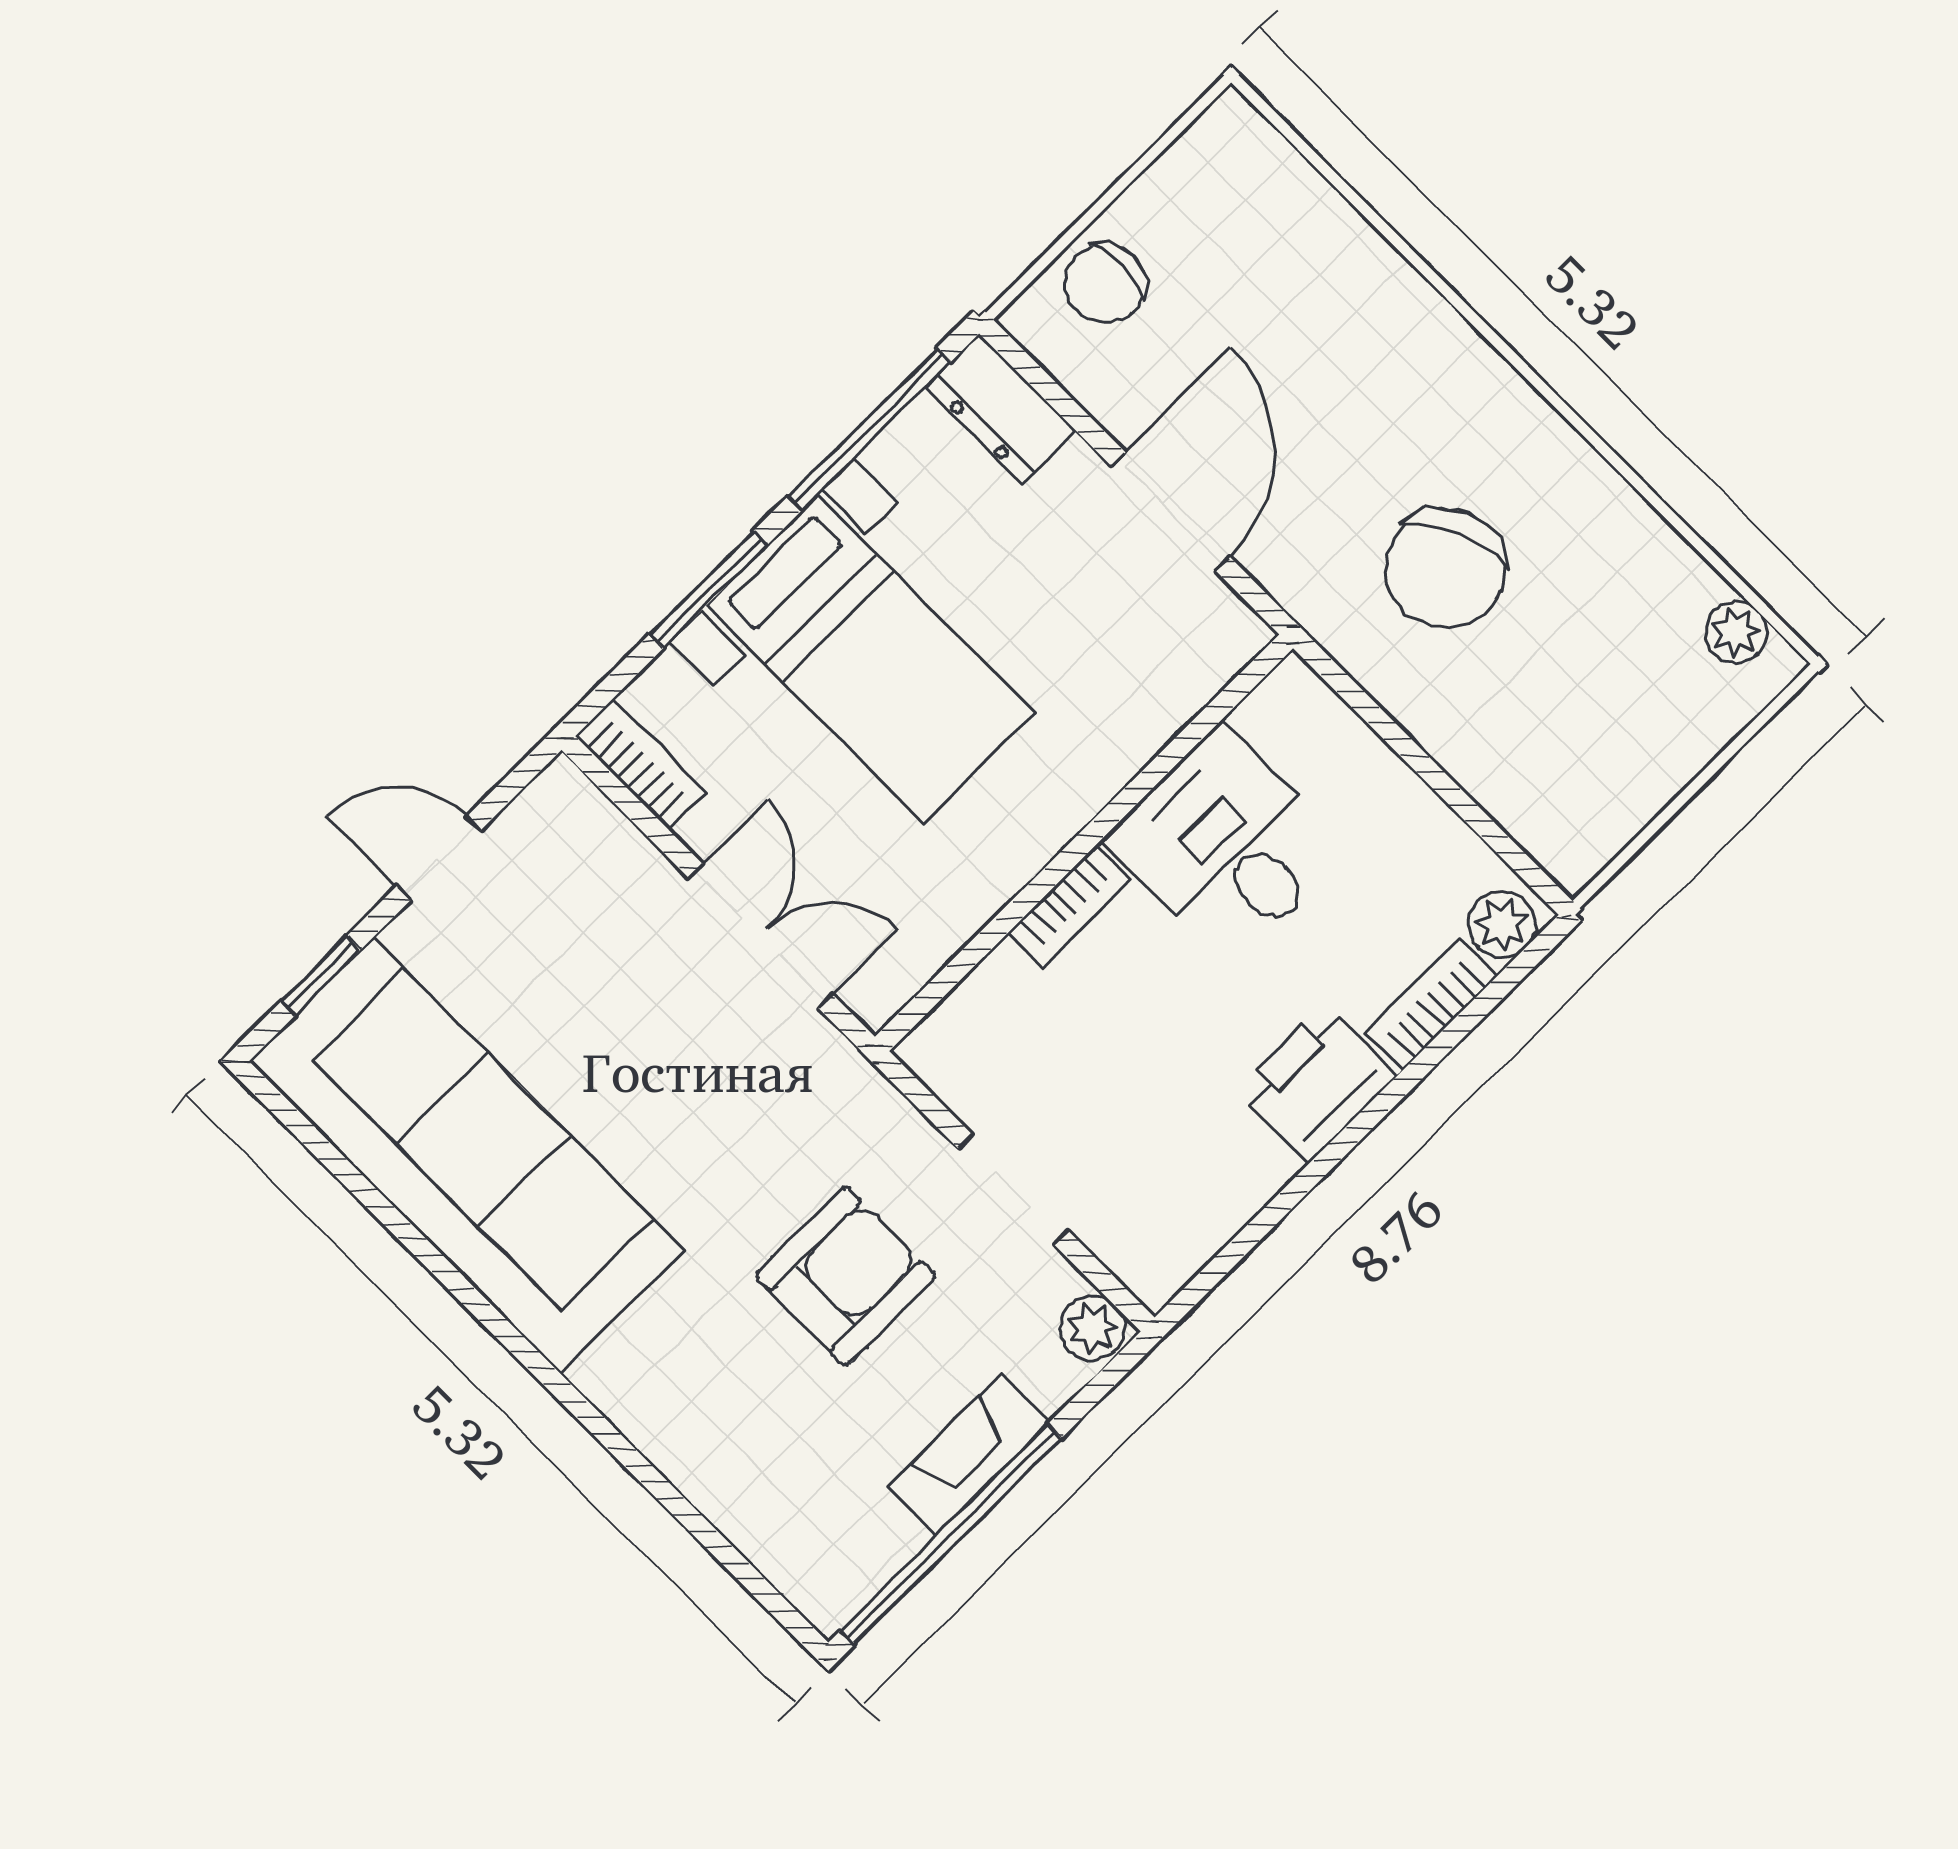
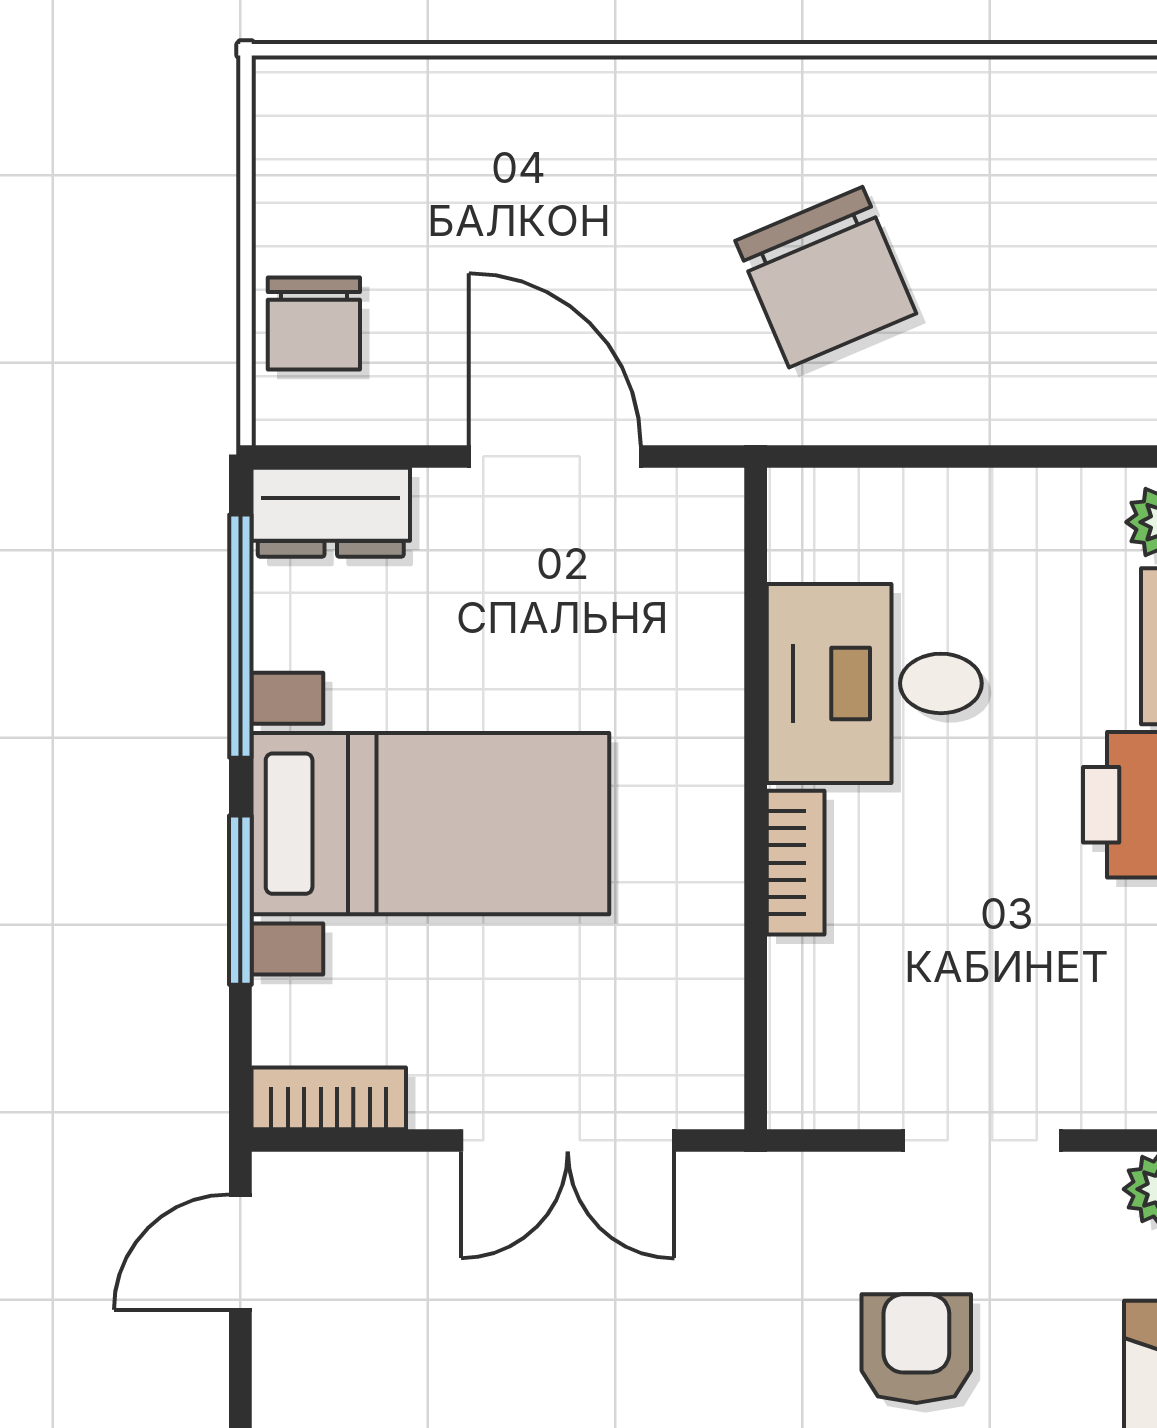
plant: (1736, 632) -> (1116, 91), removed
door: (439, 858) -> (240, 1252), moved
double door: (761, 936) -> (568, 1140), swing flipped
armchair: (846, 1276) -> (916, 1349), width x0.72, depth x0.72

